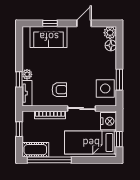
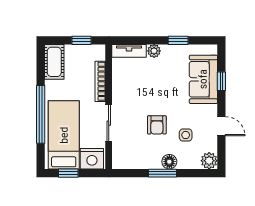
floor lamp: (111, 45) -> (169, 162), moved
window: (19, 79) -> (178, 40), moved
window: (119, 80) -> (163, 173), moved
side table: (105, 88) -> (186, 135), moved, width x0.54, depth x0.54
armchair: (59, 90) -> (157, 125), moved
window: (49, 160) -> (41, 114), moved

